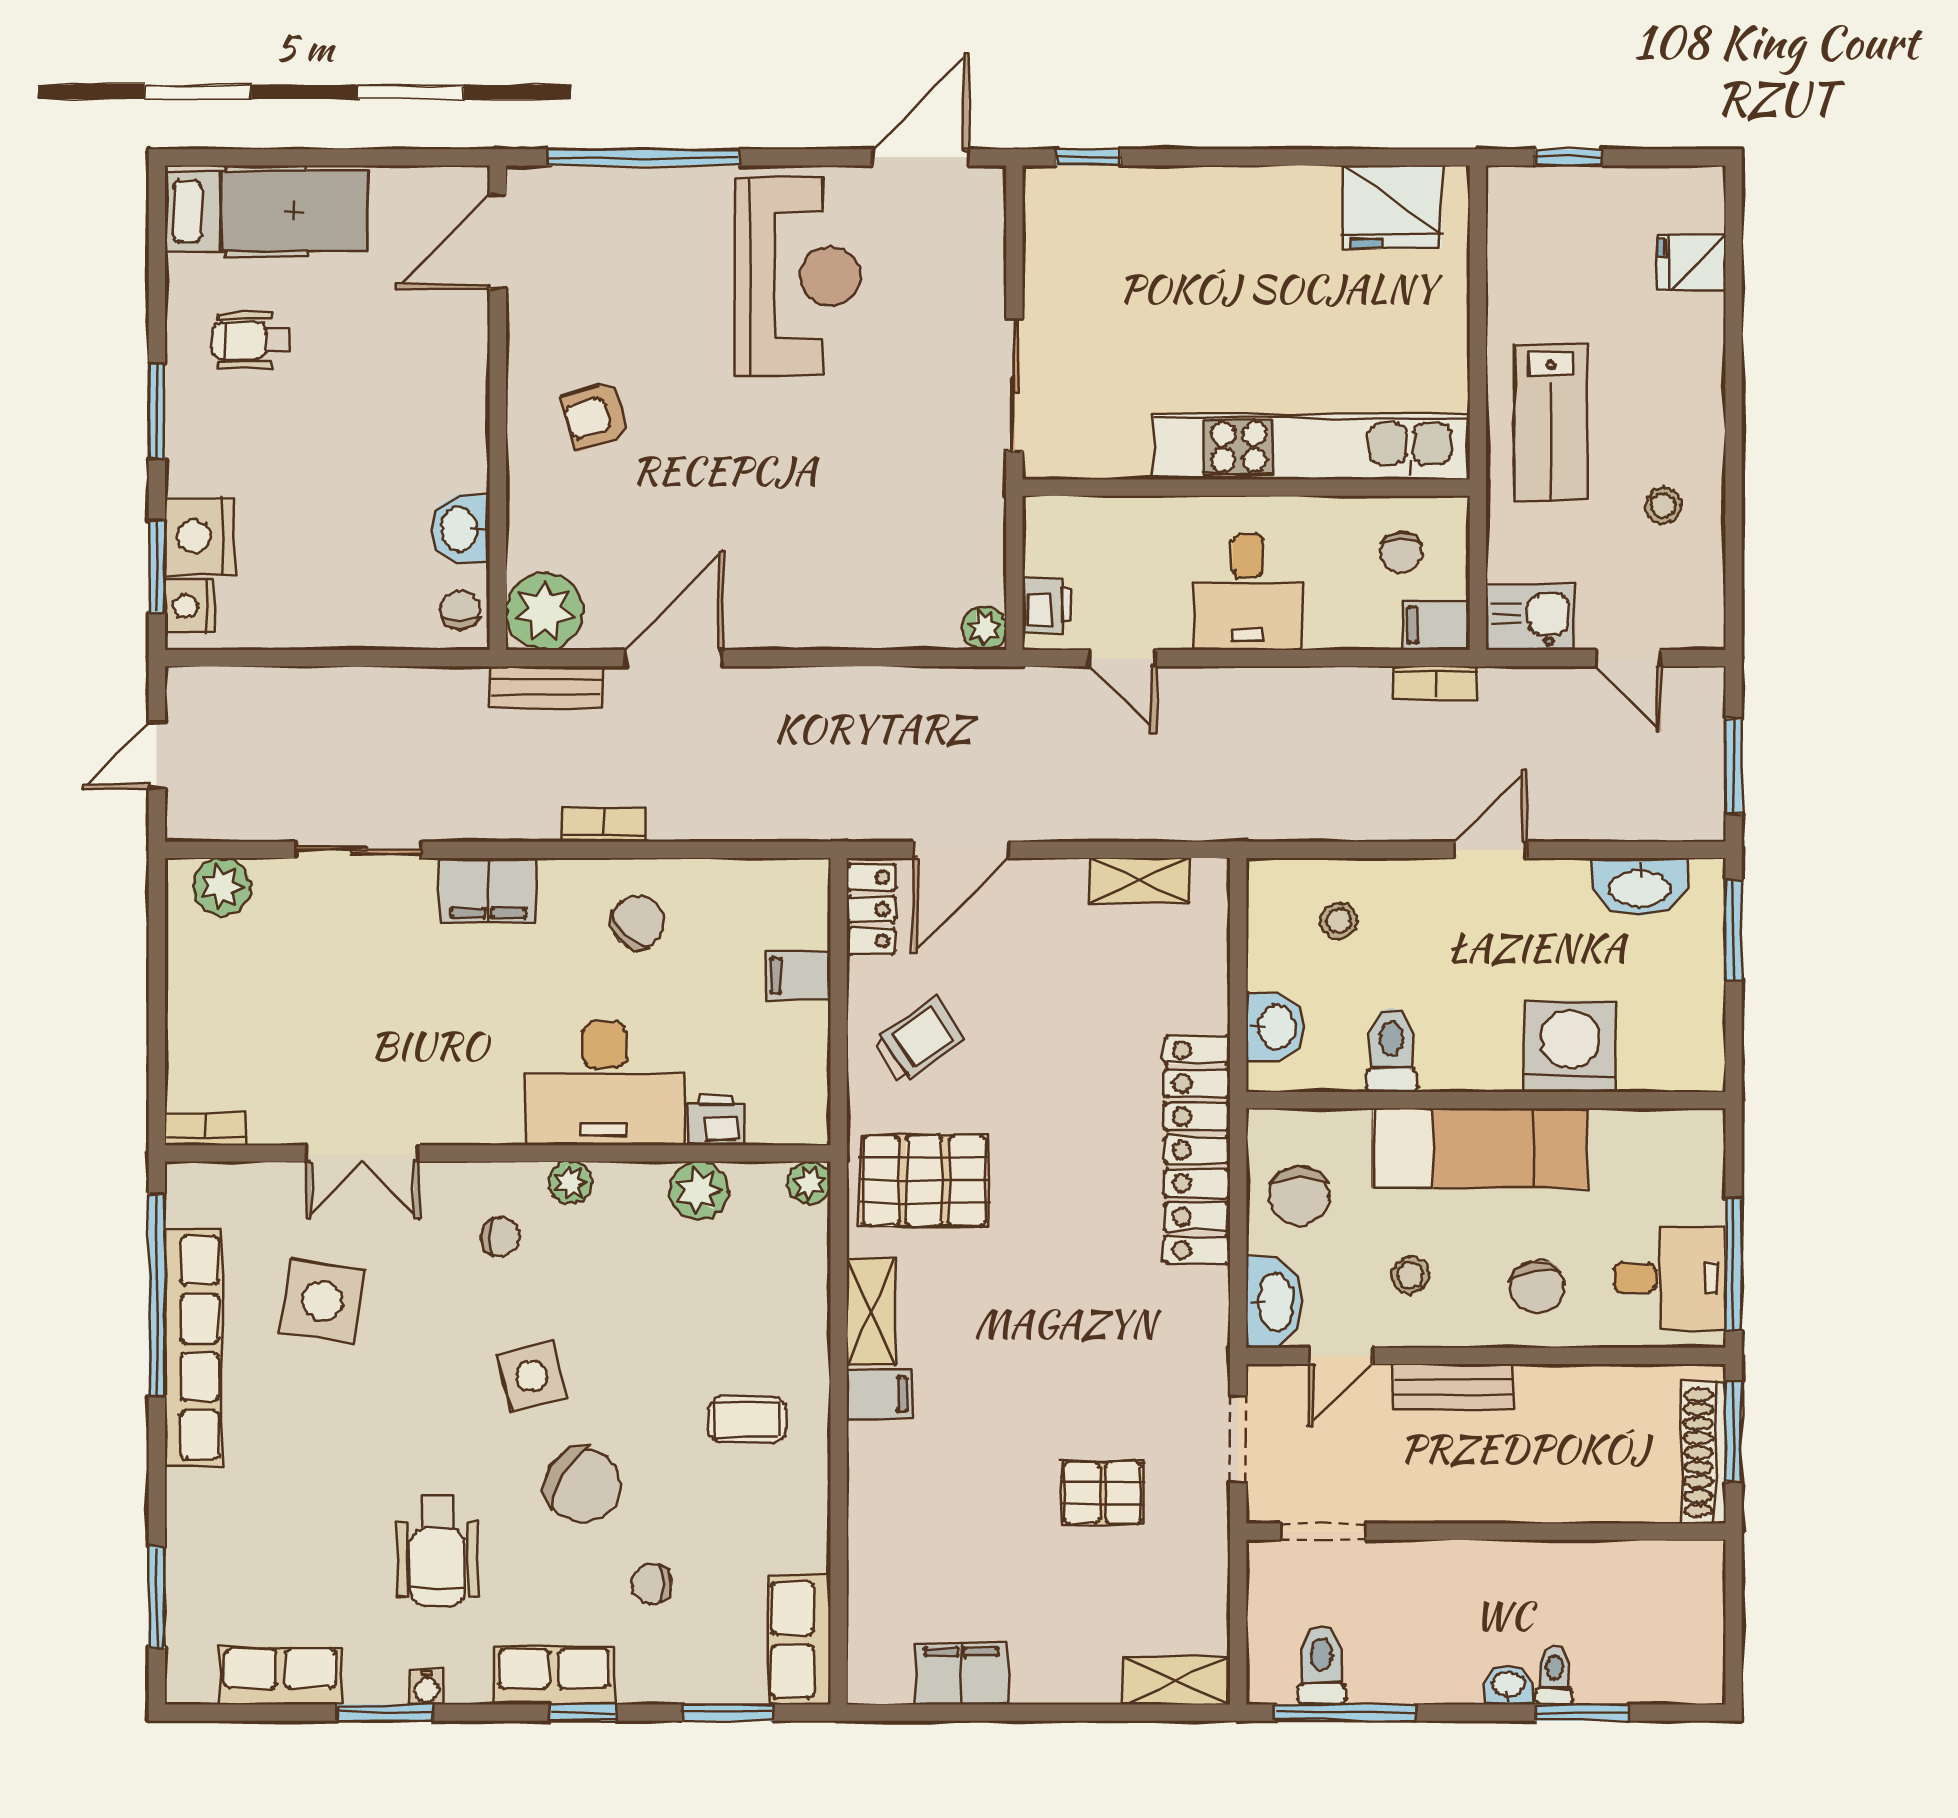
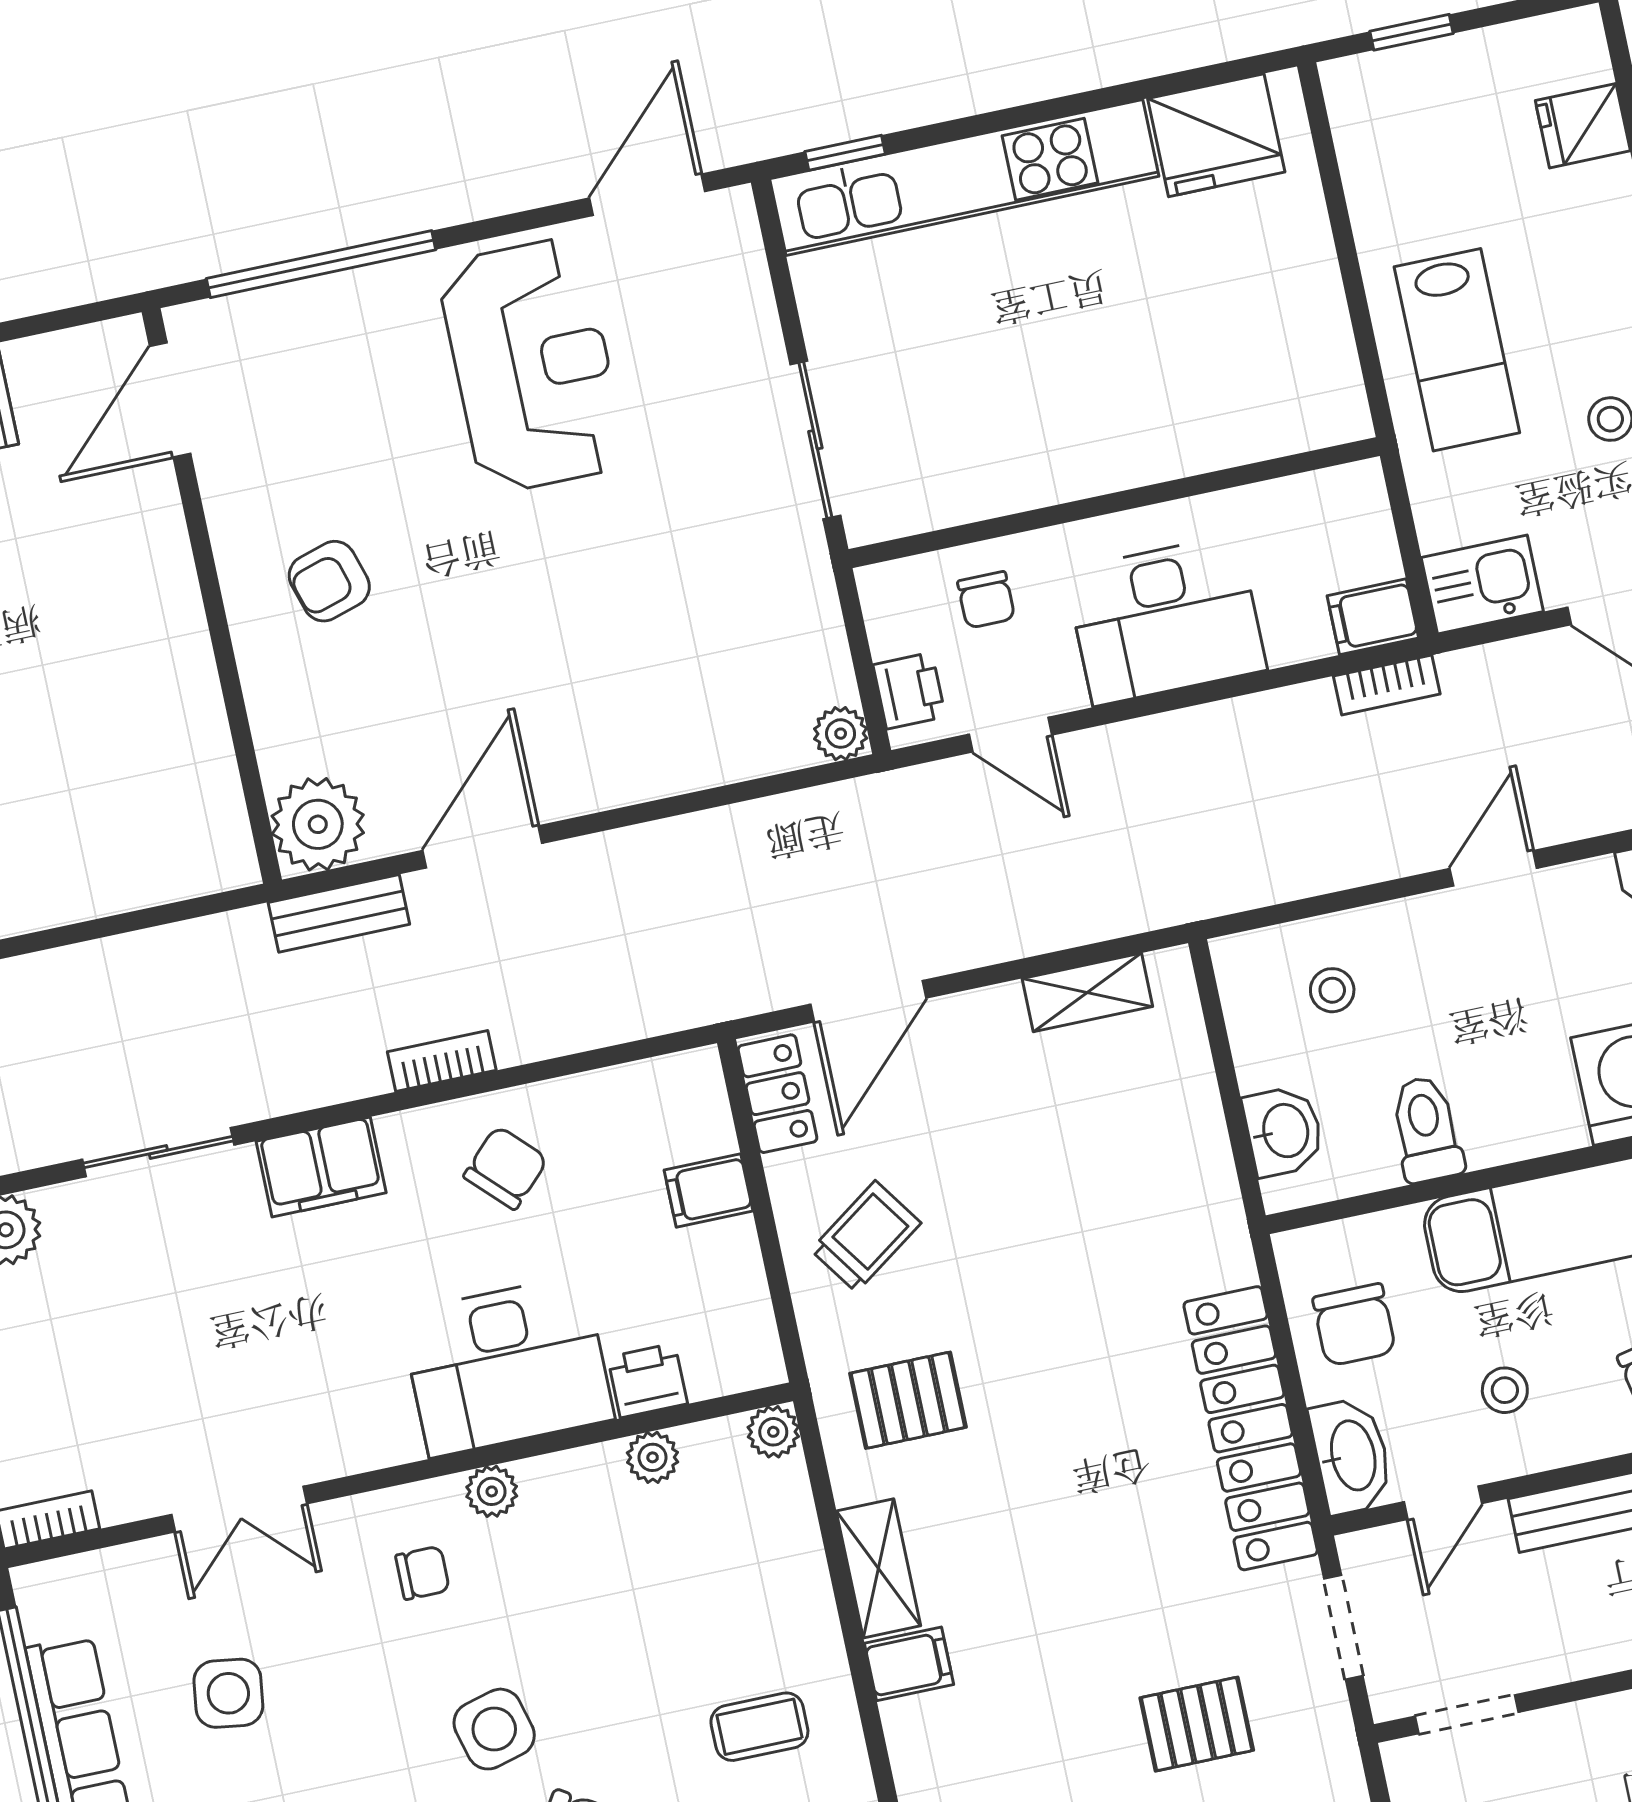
kitchen unit: (1312, 447) -> (964, 178), moved, turned 180
washbasin: (461, 529) -> (198, 748), removed
chair: (1401, 552) -> (986, 600), moved
desk: (1248, 592) -> (1166, 620), width x1.37
chair: (460, 610) -> (218, 844), removed
locker: (1197, 1150) -> (1251, 1428), moved
pallet: (924, 1180) -> (908, 1400), width x0.67, depth x0.71
plant: (699, 1191) -> (653, 1457), width x0.73, depth x0.73
side table: (322, 1301) -> (228, 1693), width x0.73, depth x0.73

